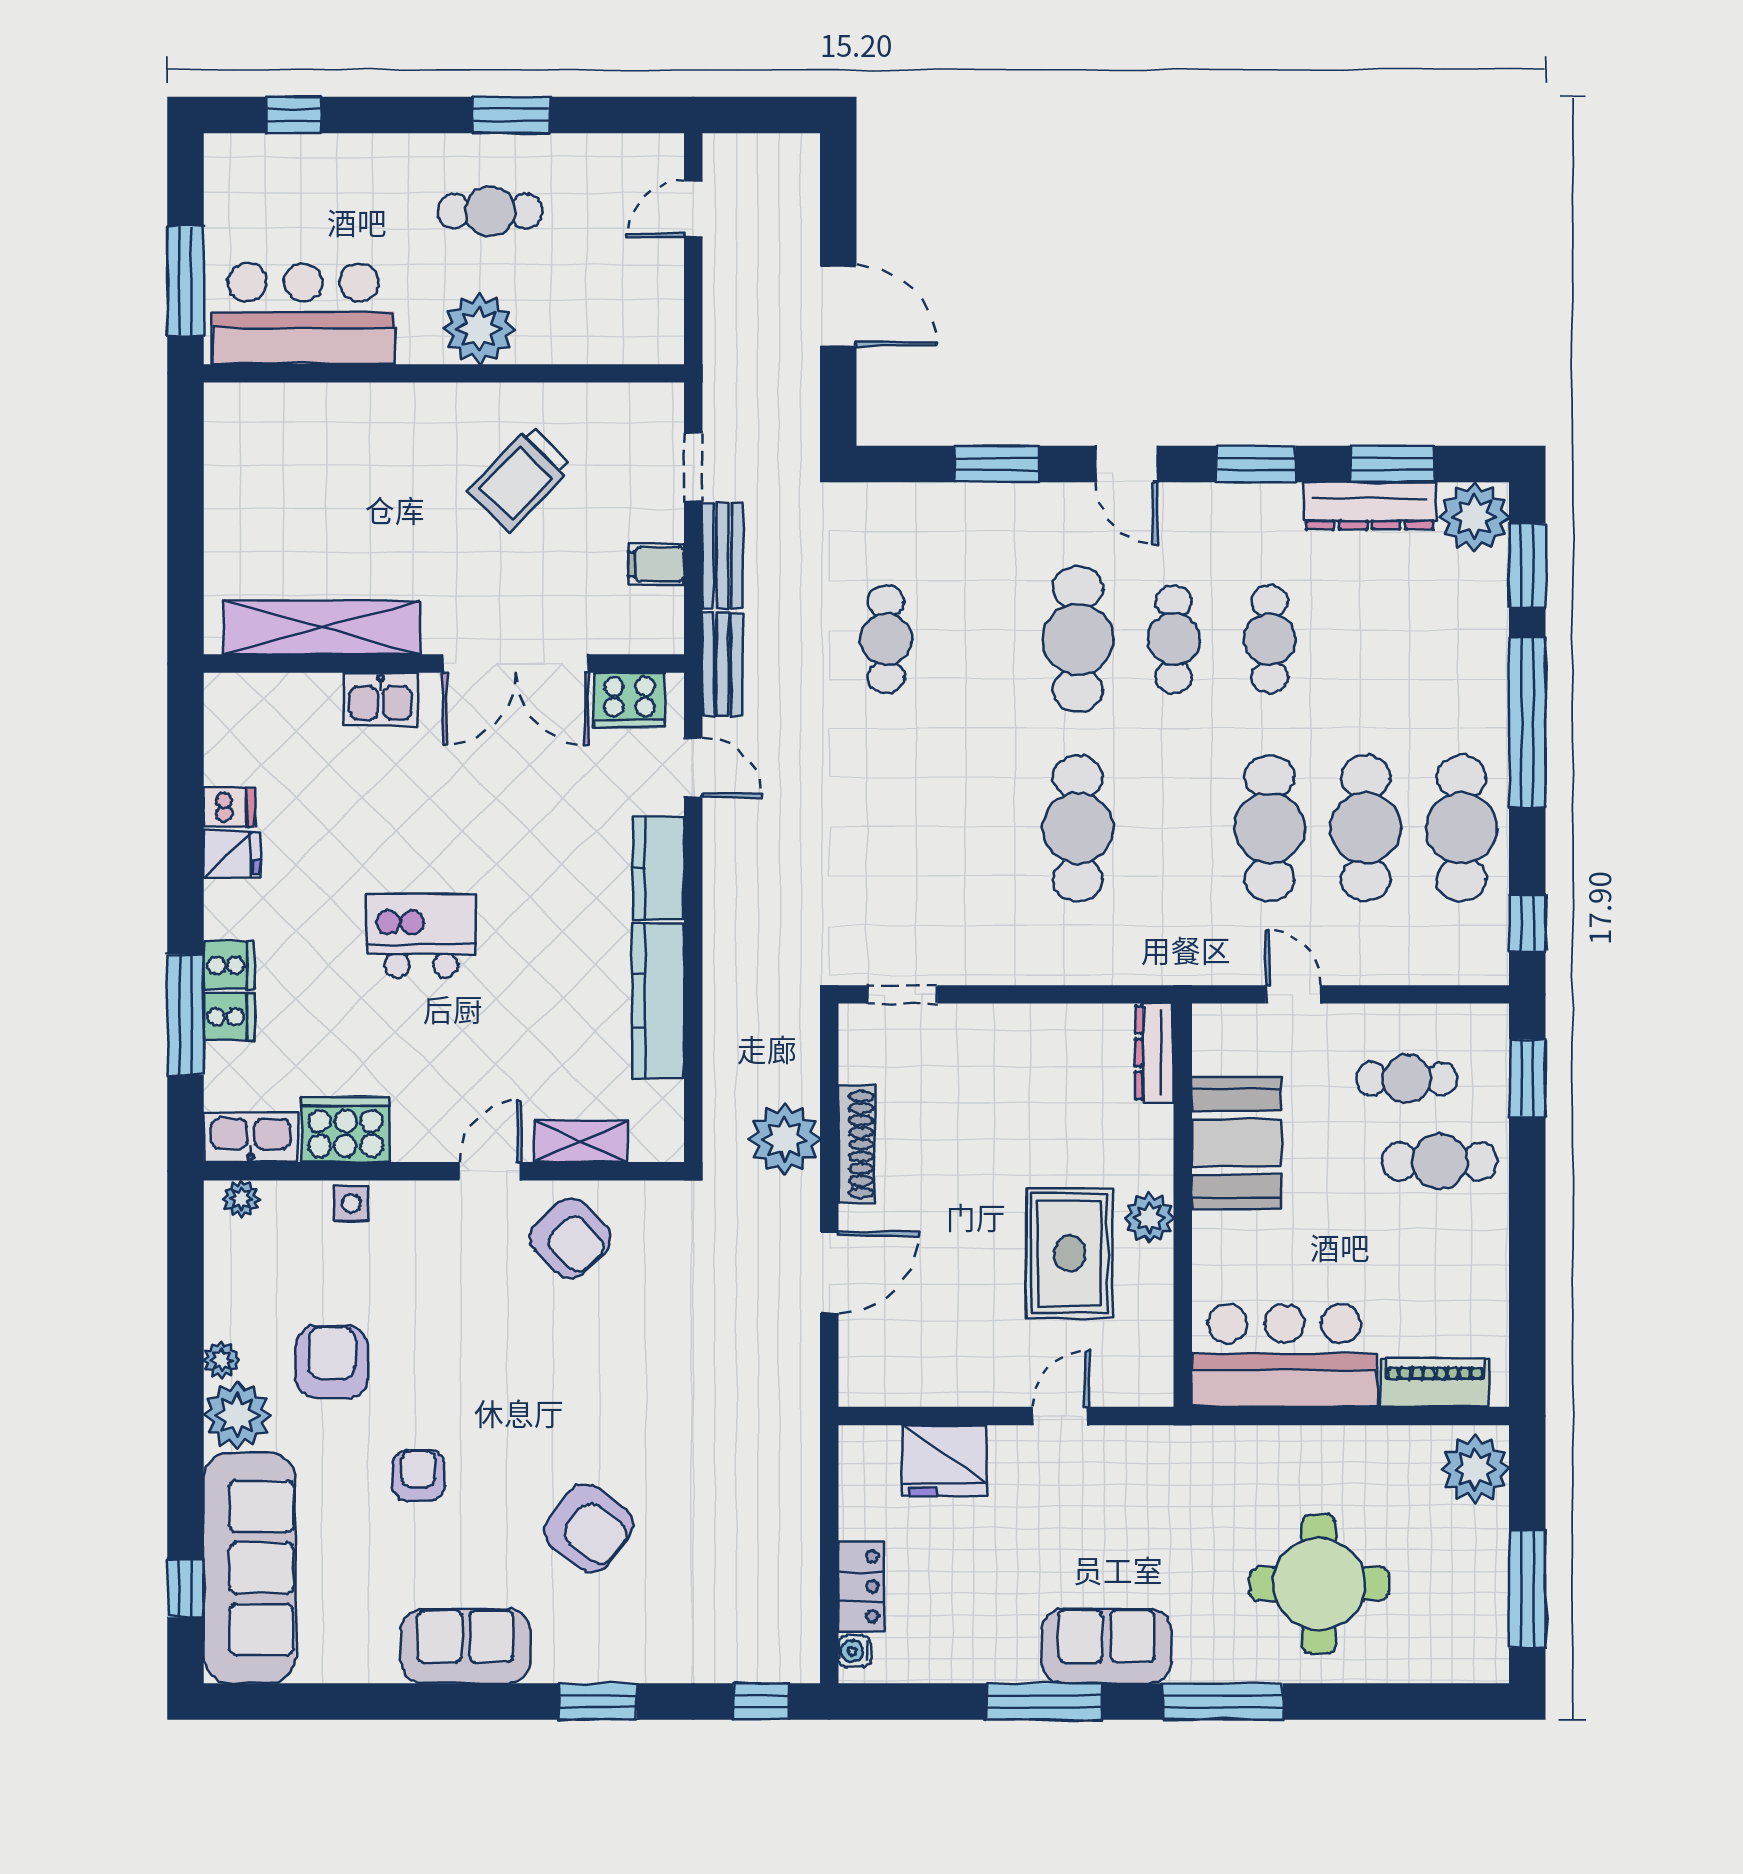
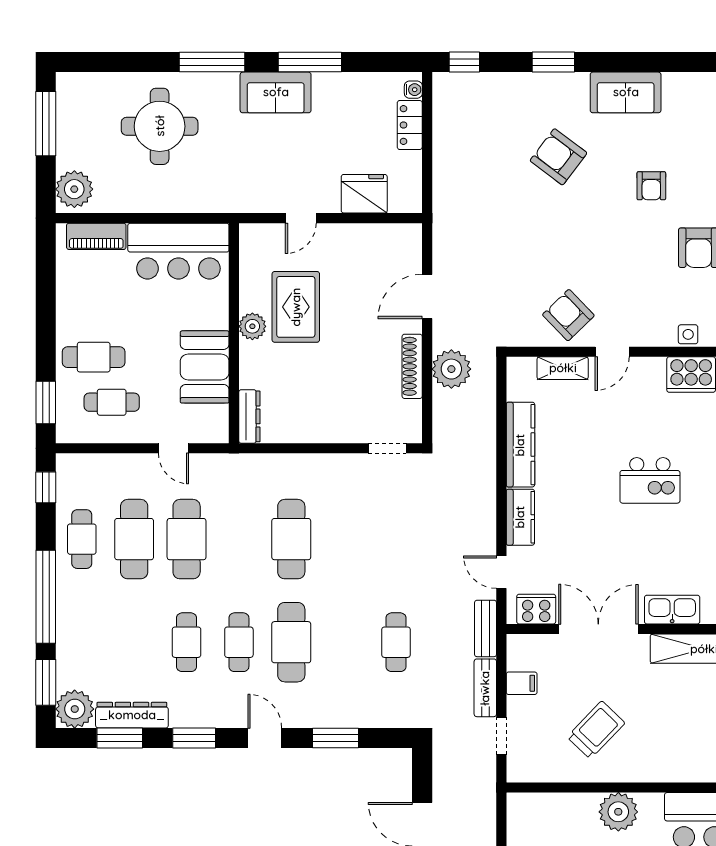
kitchen sink: (380, 699) -> (672, 610), width x1.38
cafe table: (1461, 828) -> (82, 539), width x0.73, depth x0.74

